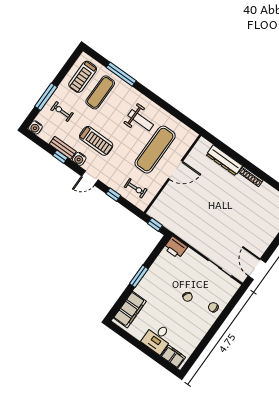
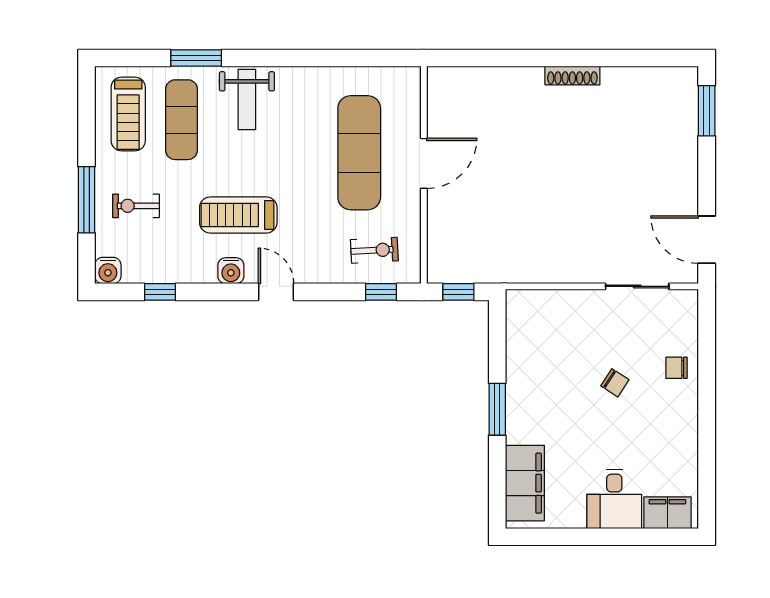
window: (121, 74) -> (196, 58), width x0.69
weight bench: (141, 120) -> (247, 99), moved, turned 90
treadmill: (96, 141) -> (238, 215), turned 180
bench: (63, 148) -> (186, 272), removed
window: (60, 157) -> (160, 292), moved
dresser: (224, 160) -> (502, 81), removed
door: (90, 178) -> (276, 292), swing flipped
window: (113, 195) -> (381, 292), moved
printer: (176, 247) -> (527, 307), removed

